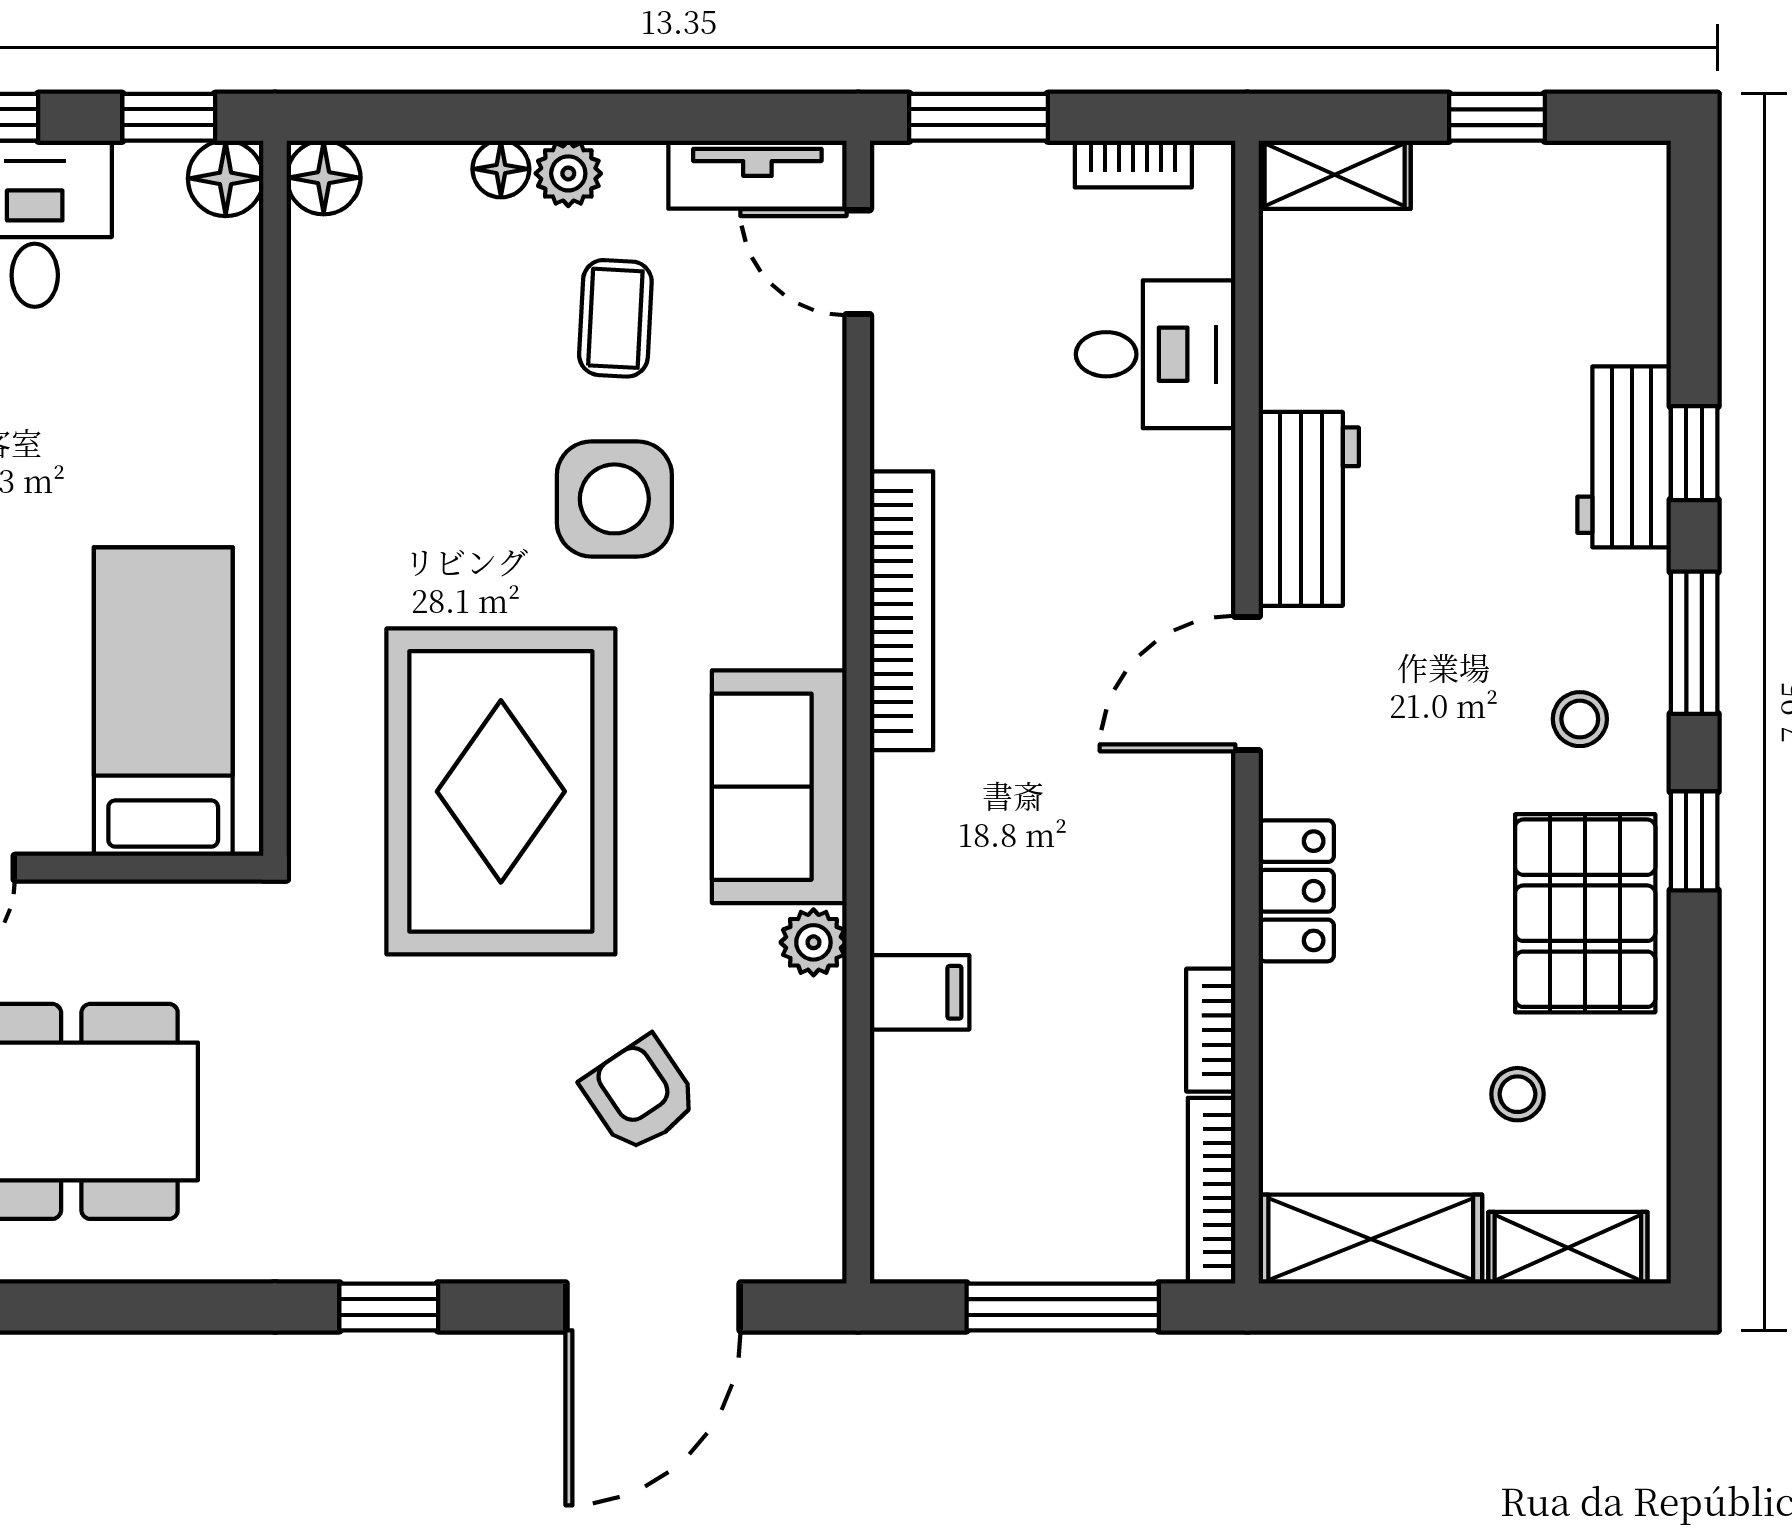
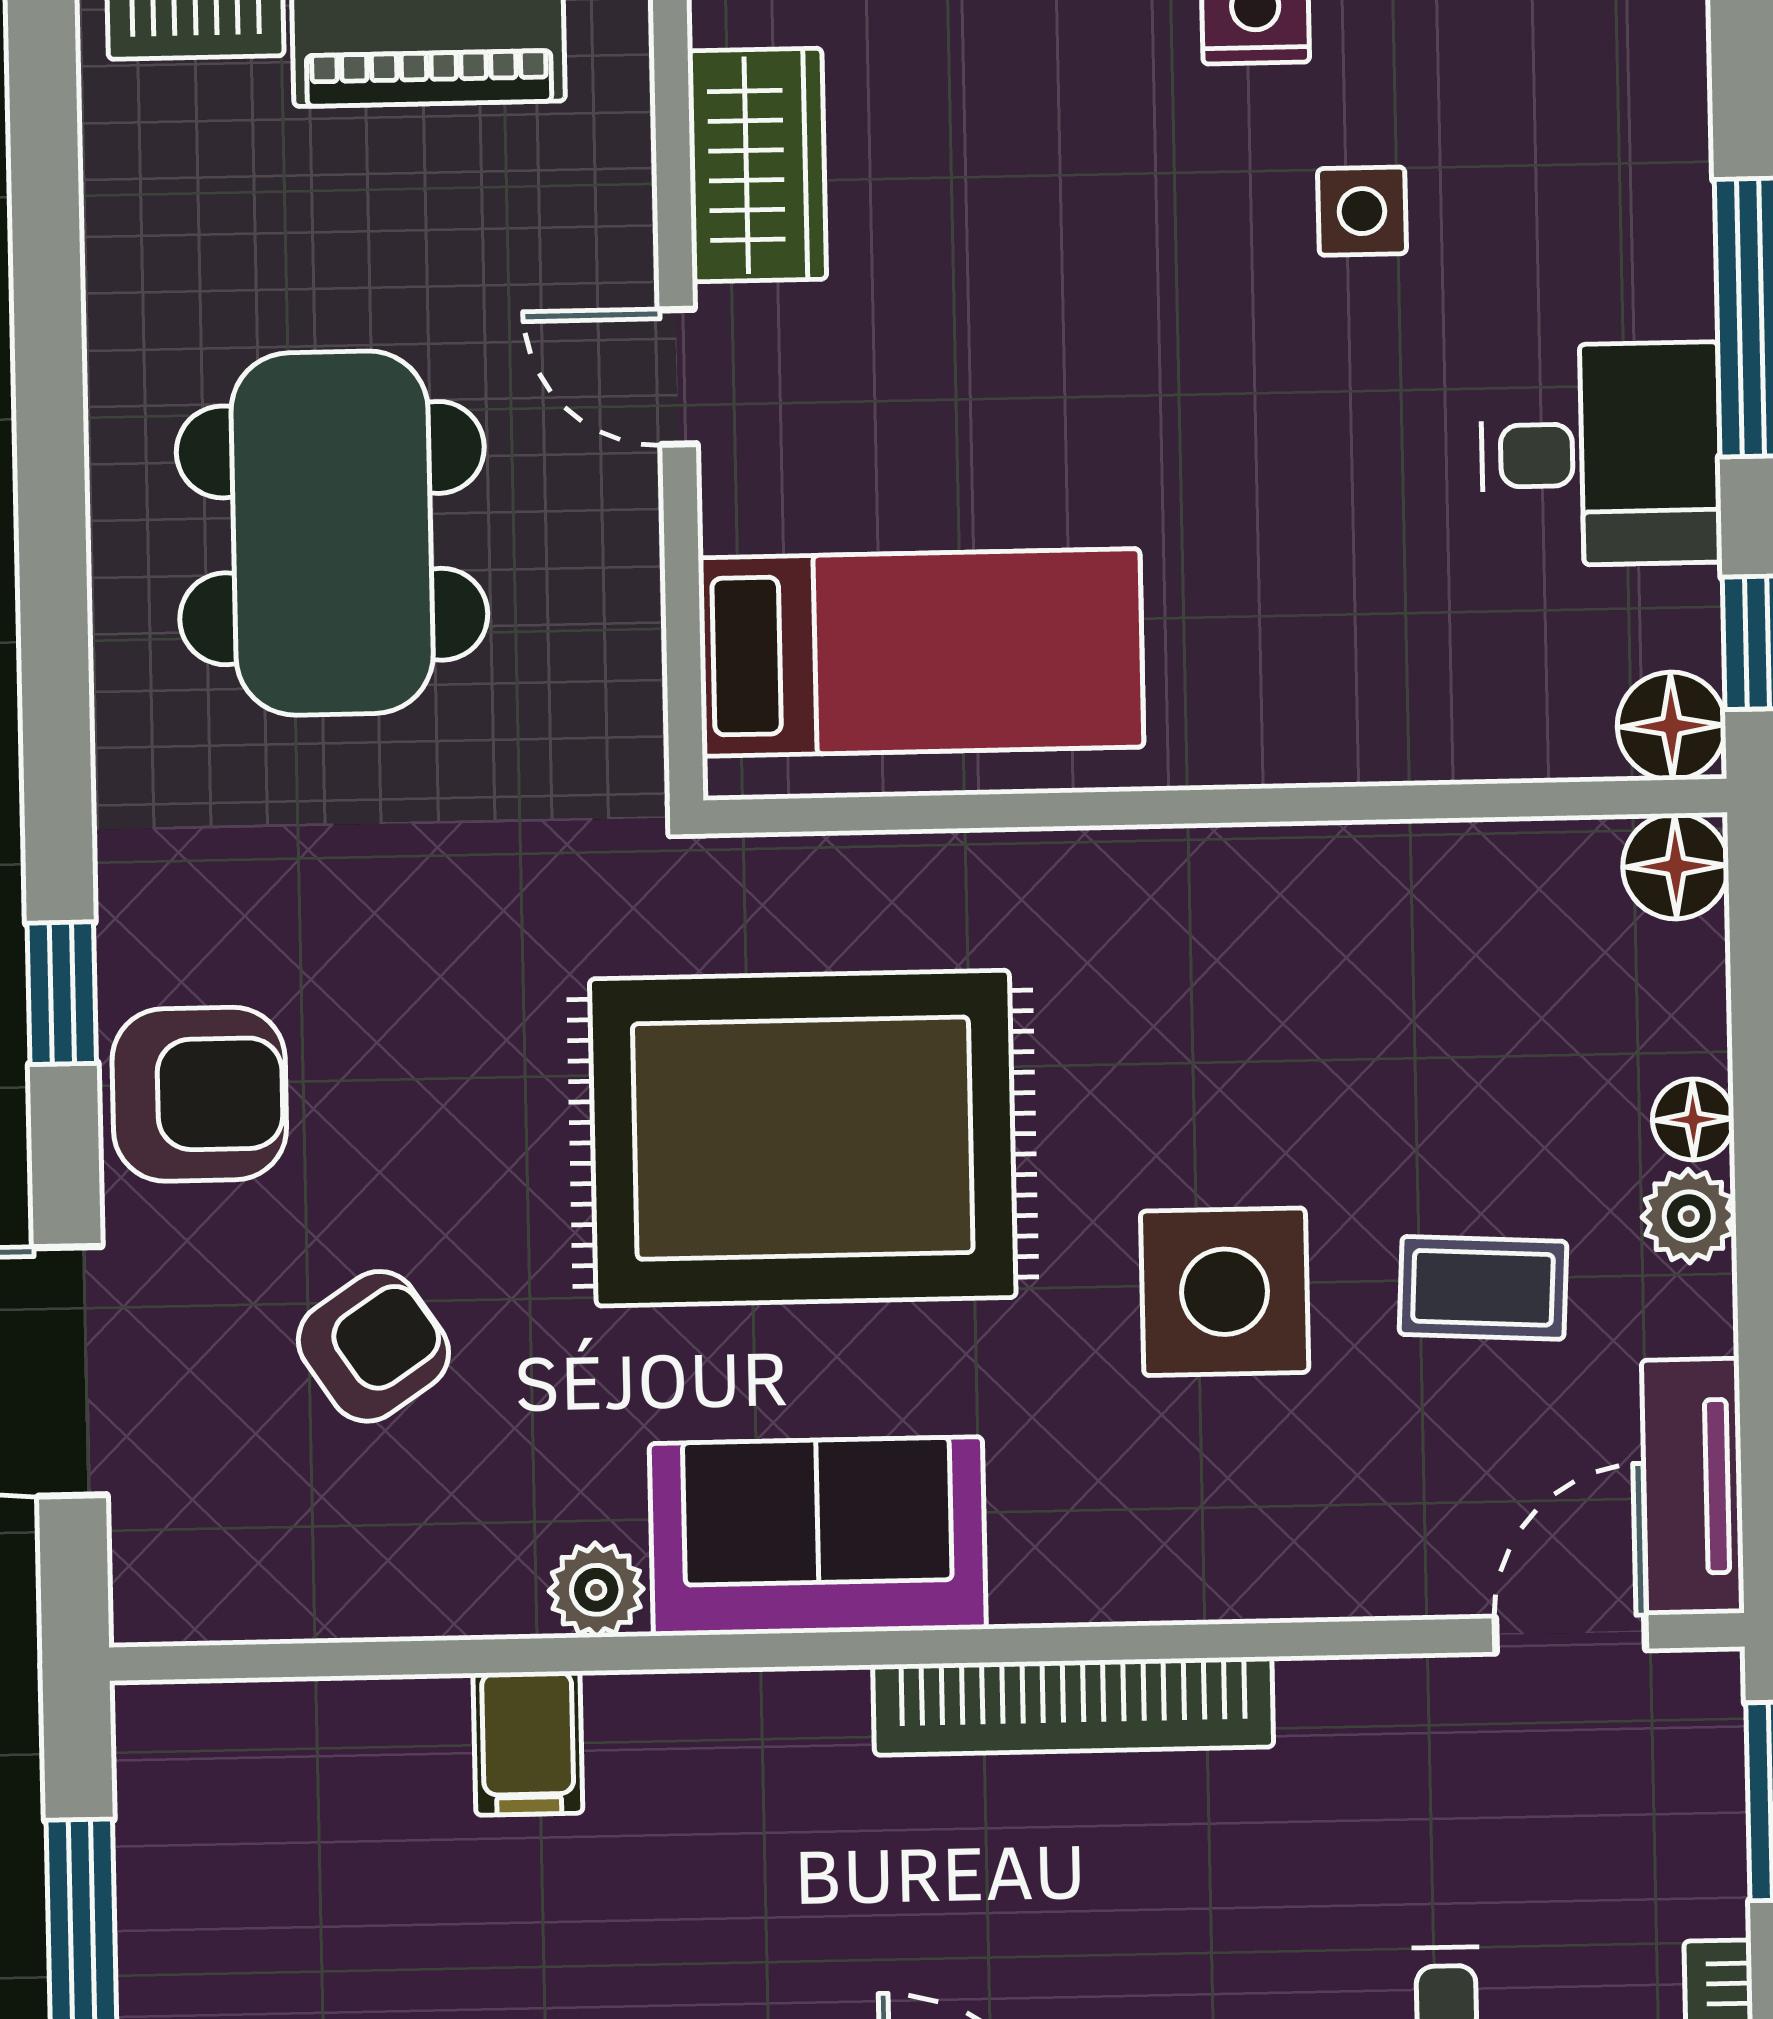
armchair: (461, 1212) -> (199, 1094), added

